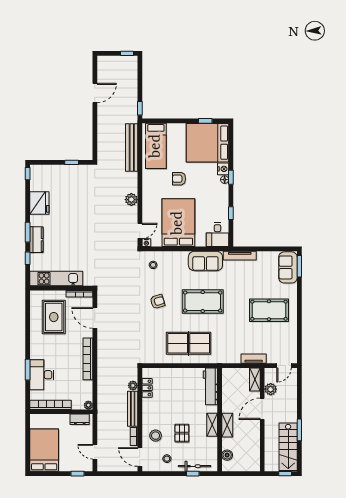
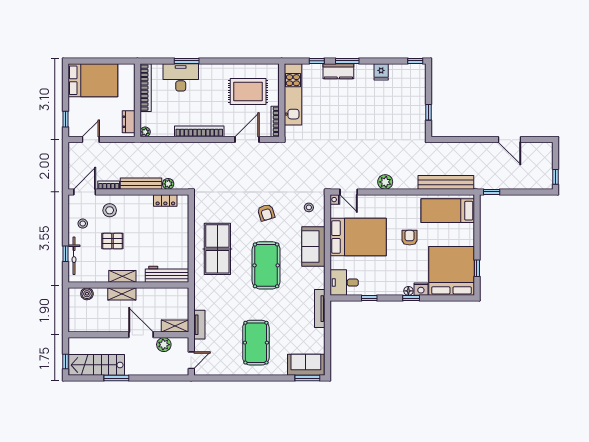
fridge: (39, 203) -> (381, 72), width x0.53, depth x0.75
sofa: (205, 261) -> (313, 246), moved
door: (284, 366) -> (191, 360), swing flipped

